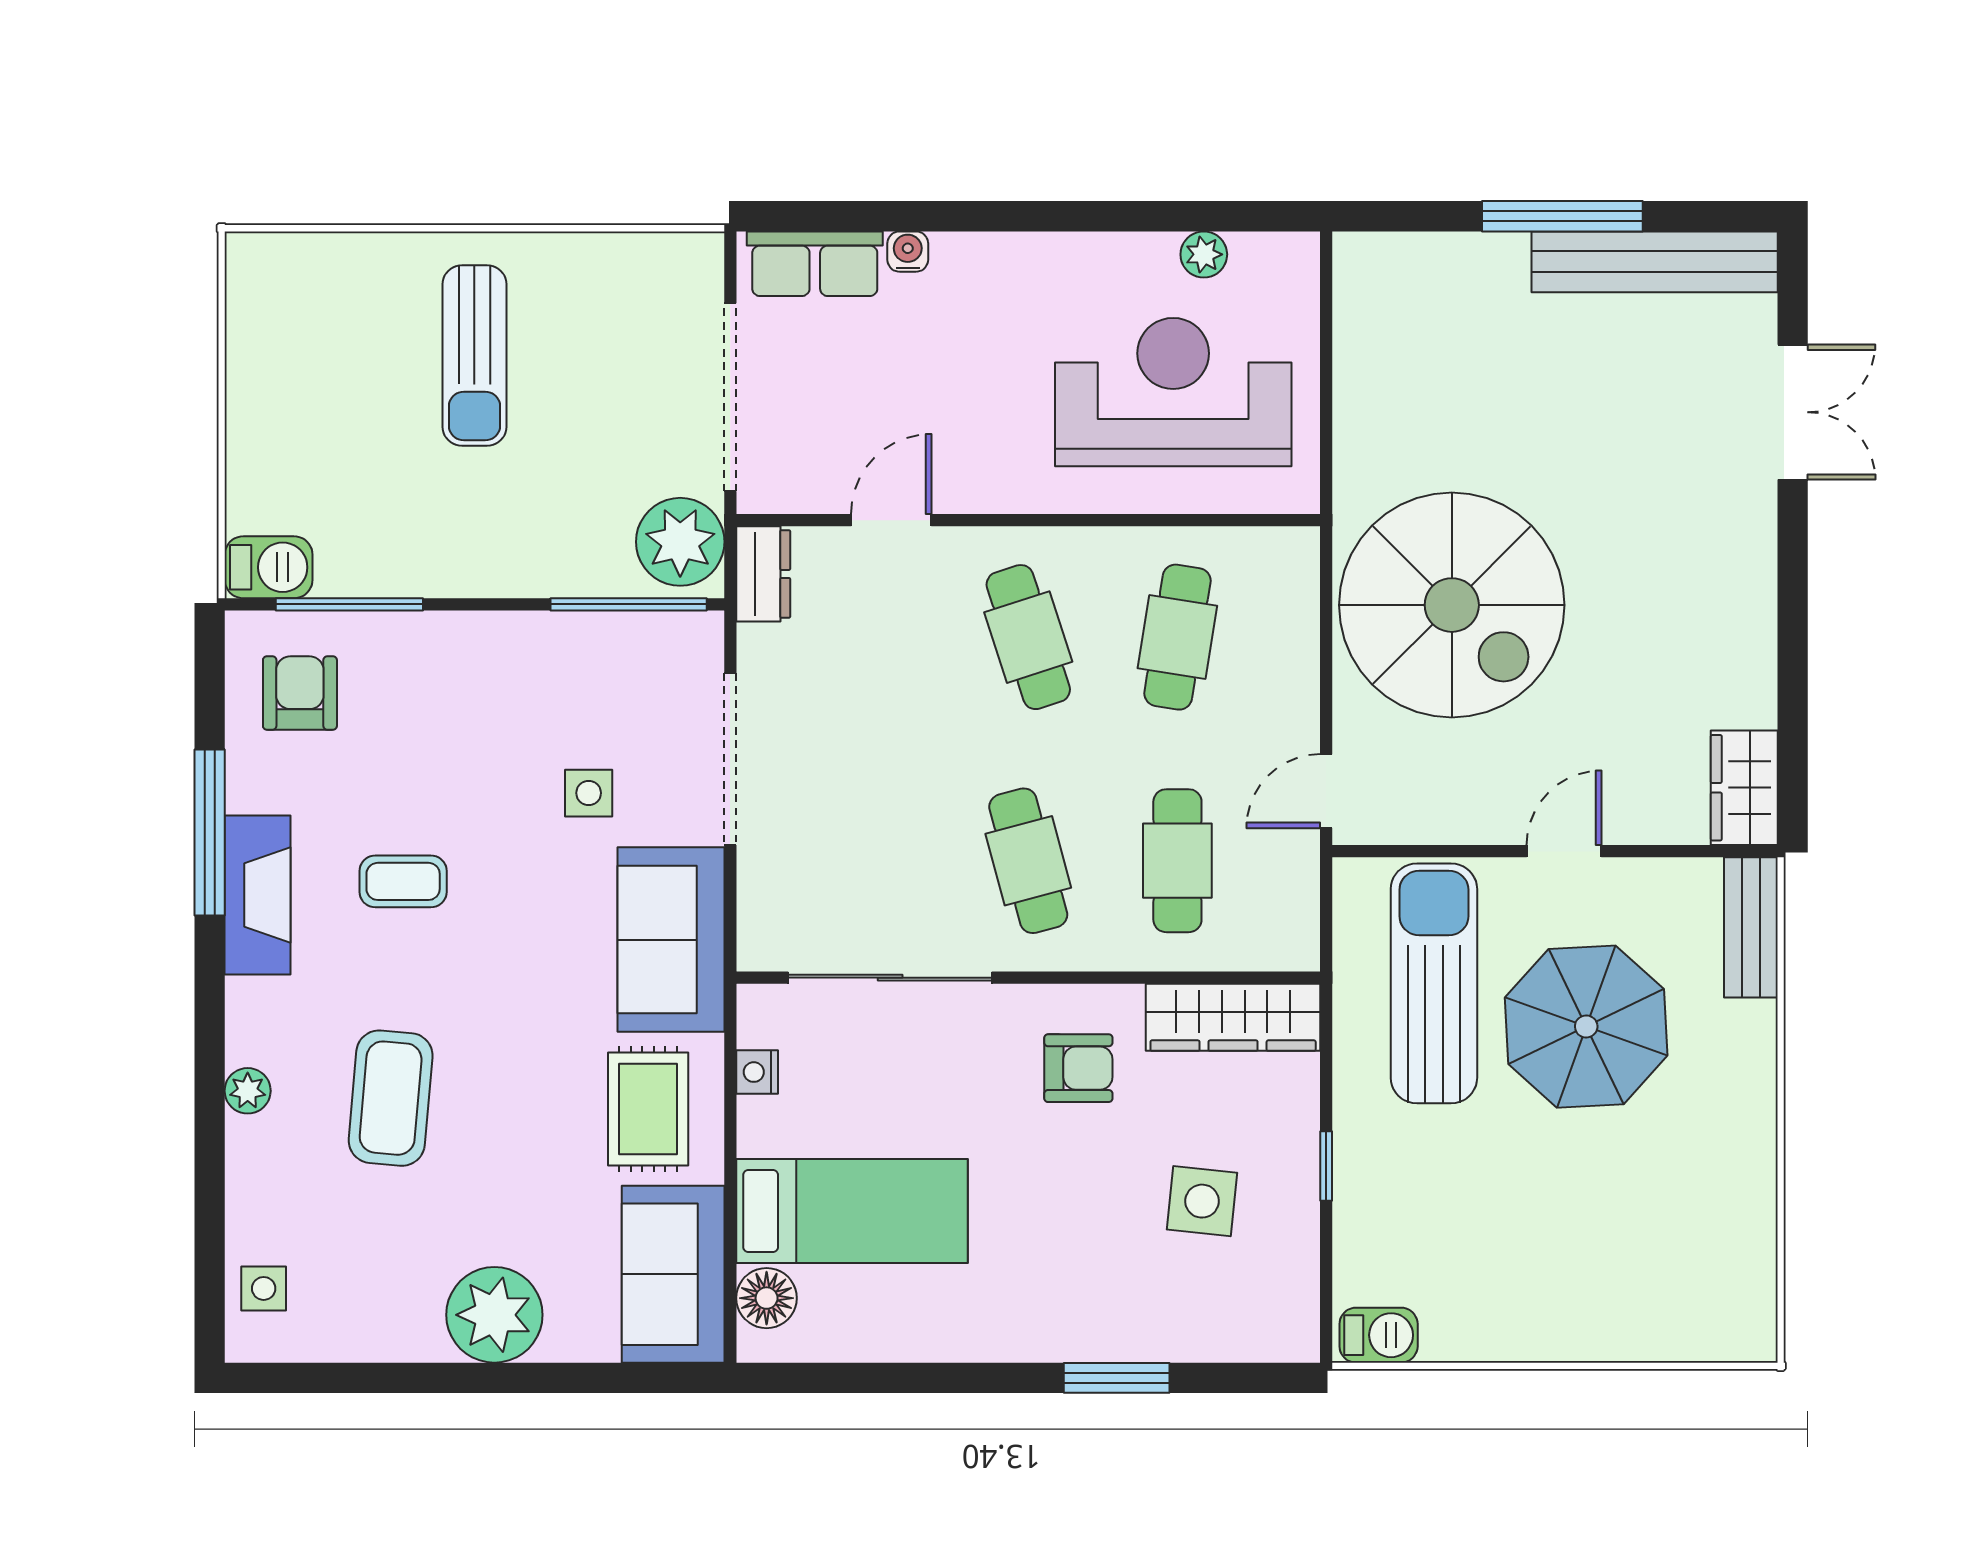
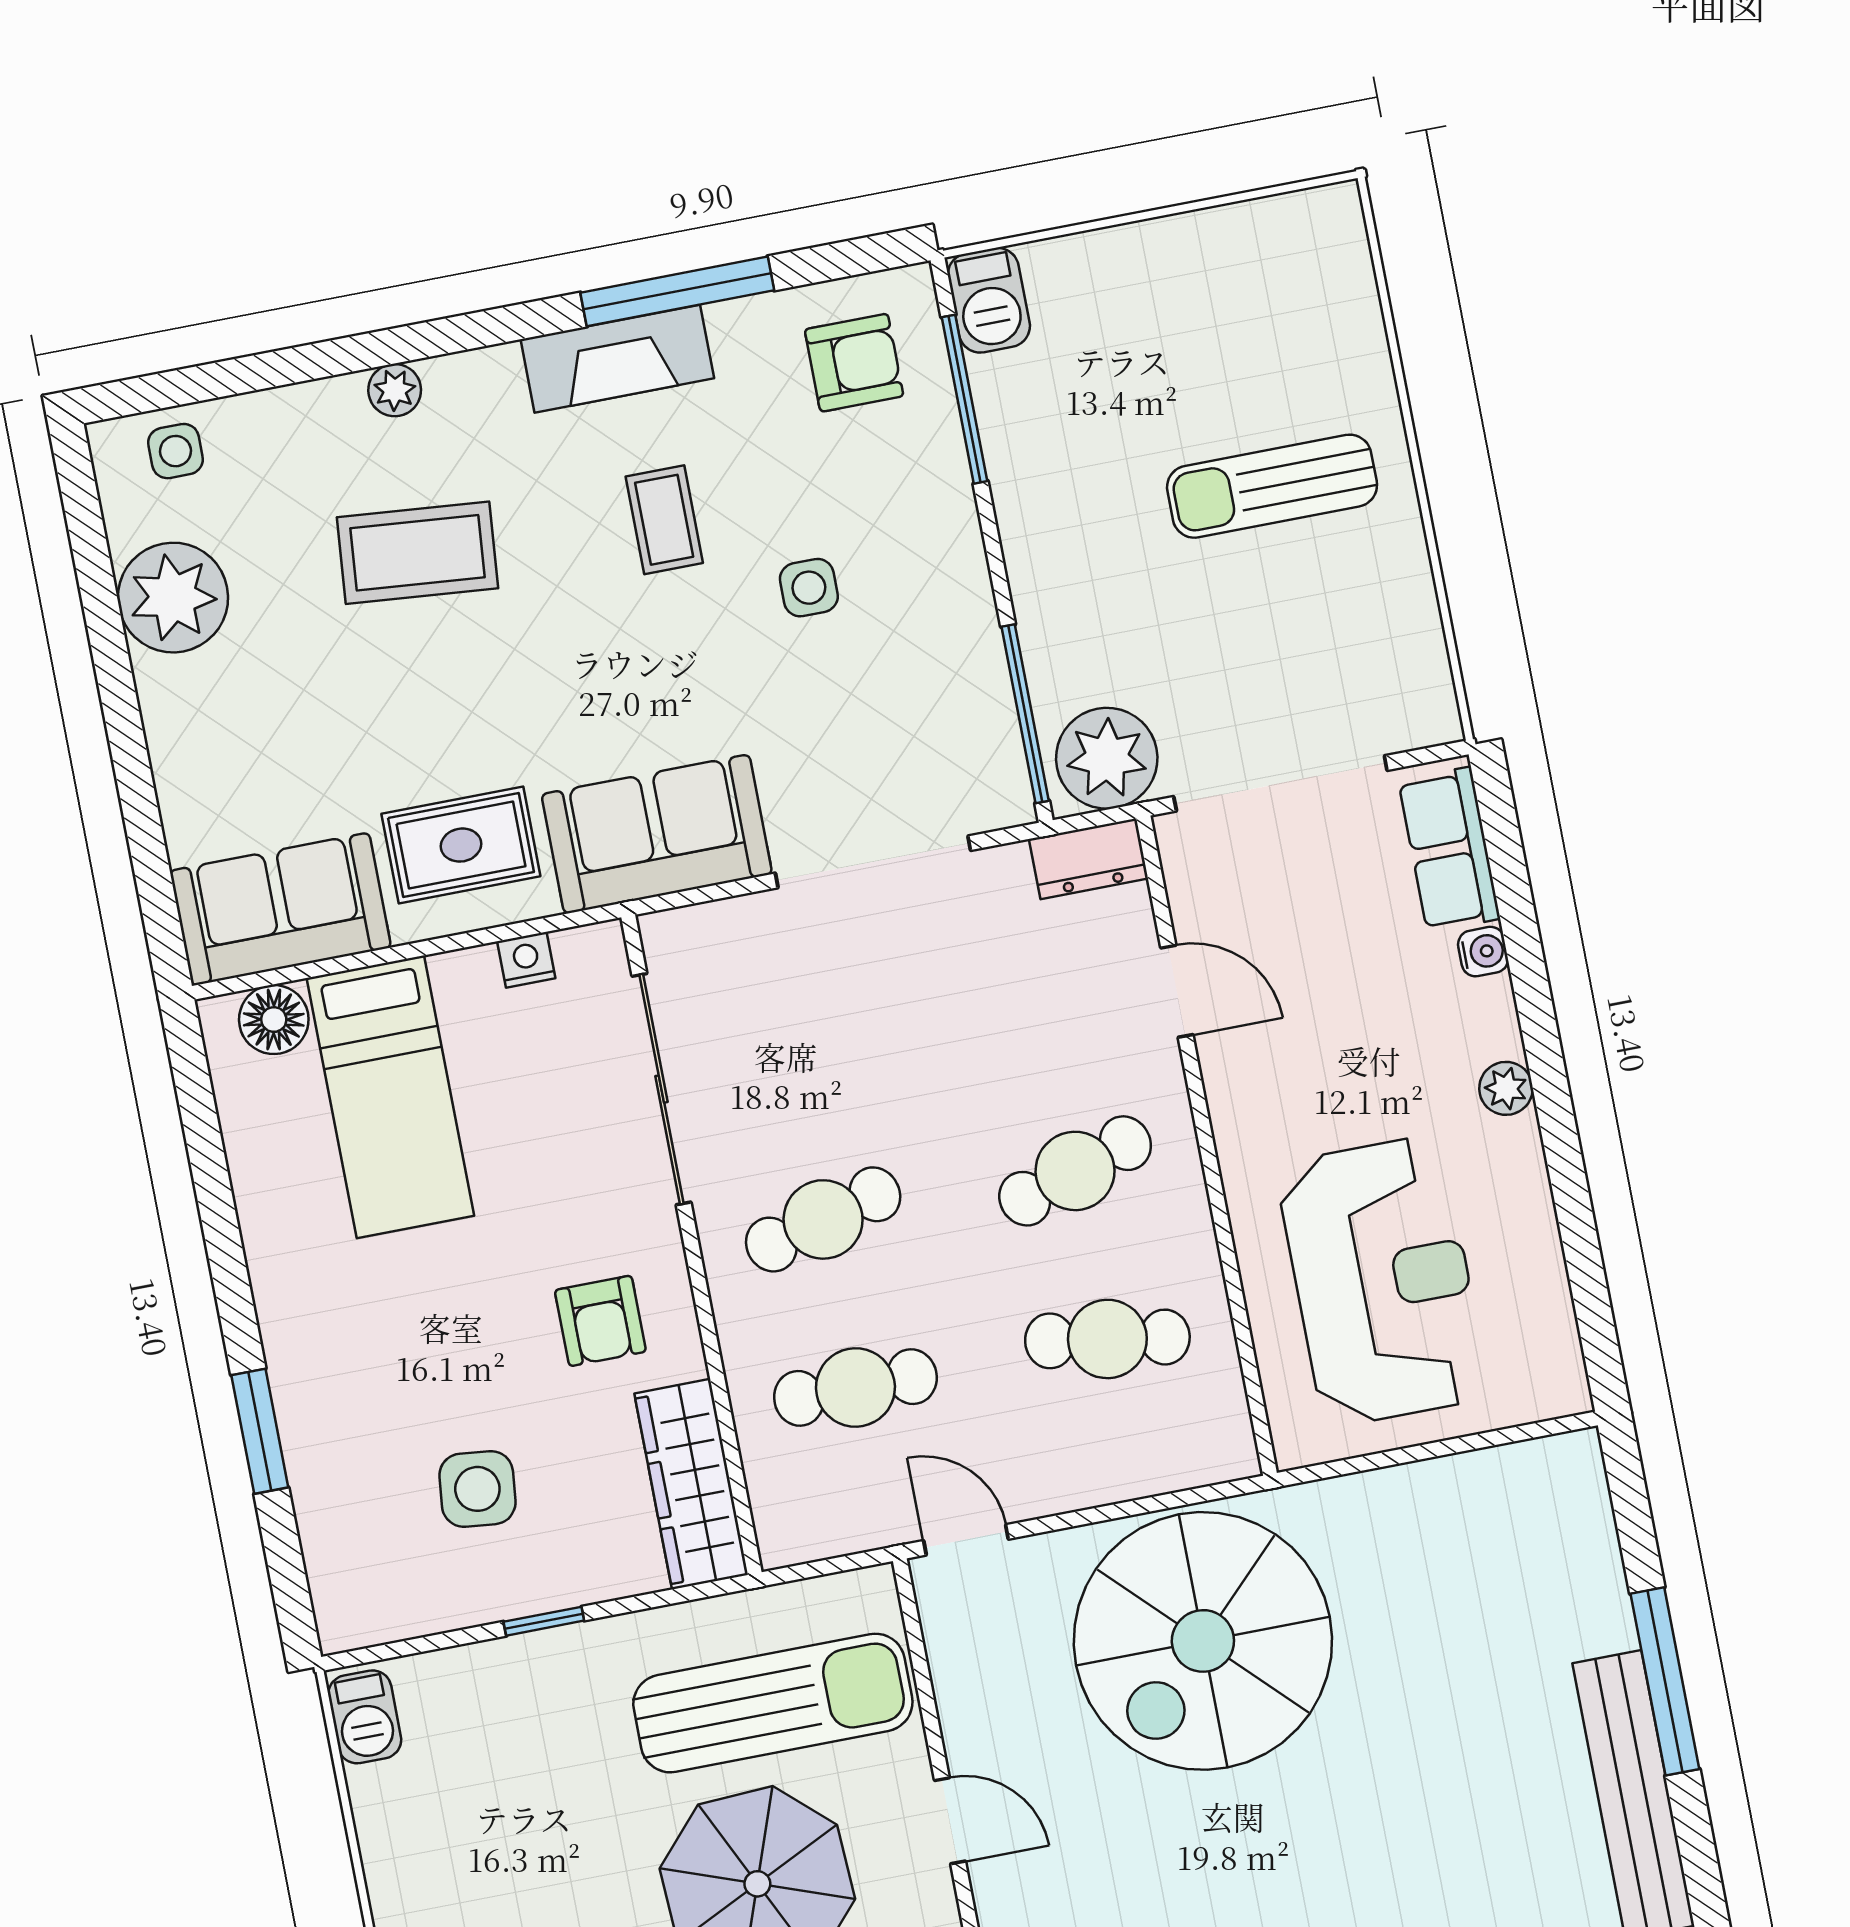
plant: (1204, 254) -> (1506, 1088), moved
side table: (589, 793) -> (809, 588), moved
plant: (494, 1315) -> (173, 598), moved

